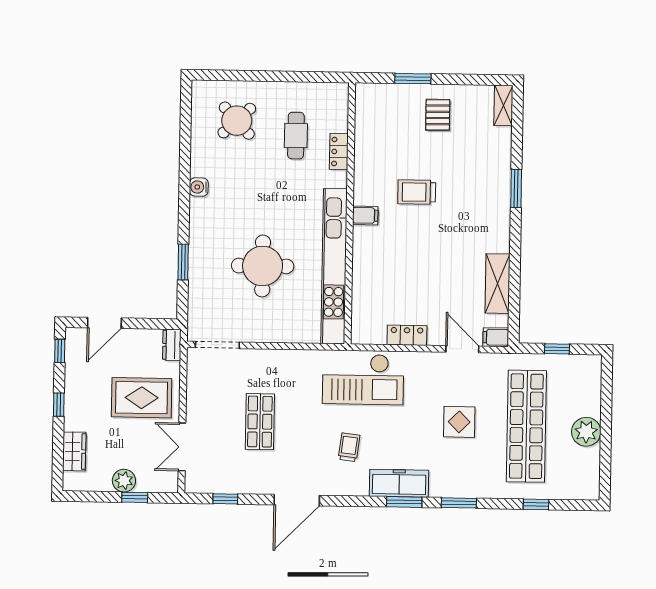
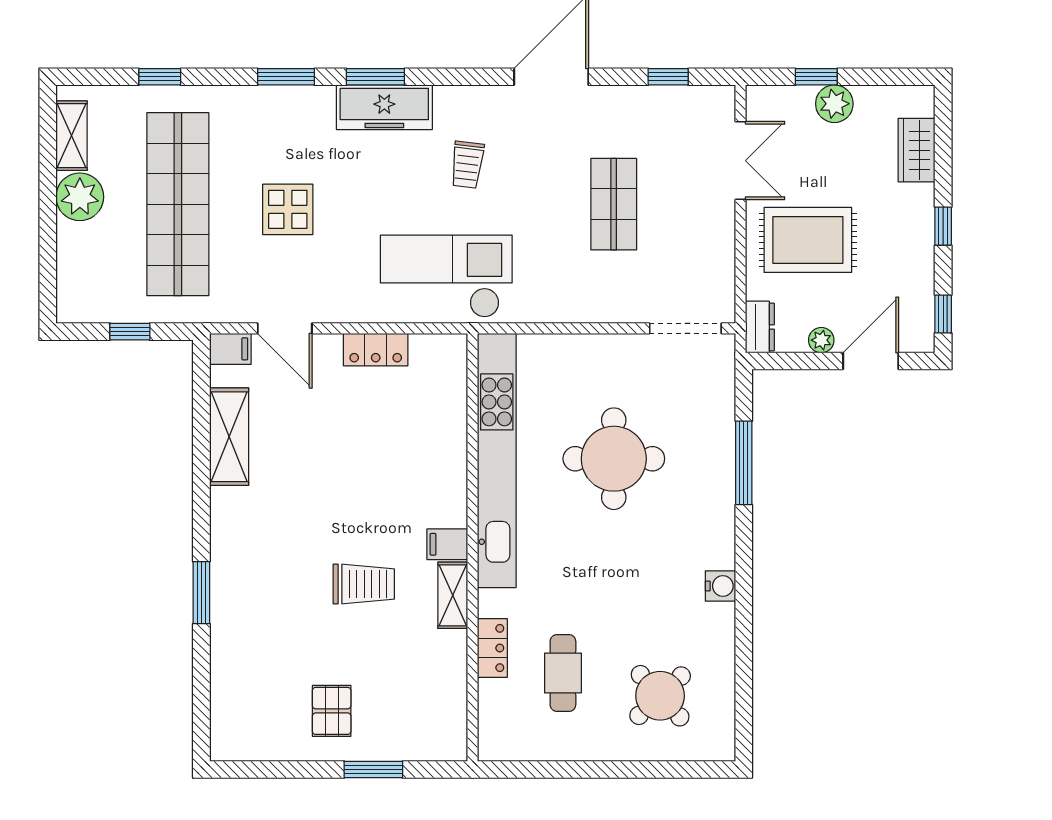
shelving: (503, 105) -> (453, 595), moved
window: (183, 262) -> (744, 463), width x1.44
plant: (134, 336) -> (821, 340), added
shelving: (591, 469) -> (72, 136), added

